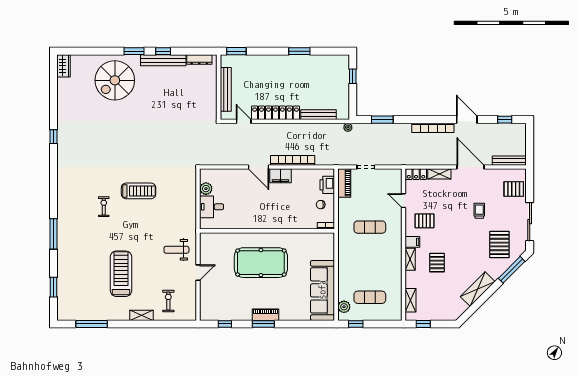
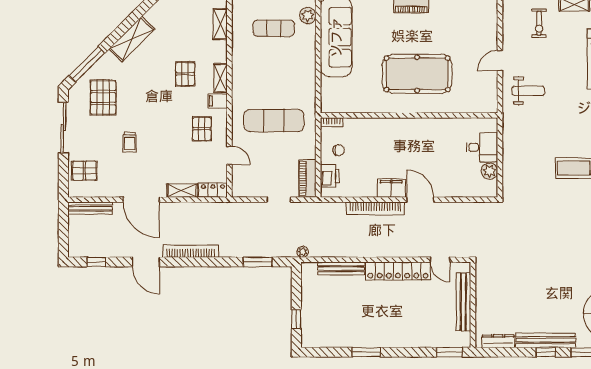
pallet: (425, 221) -> (202, 129), turned 90
exercise mat: (370, 227) -> (274, 120), width x1.36, depth x1.45

